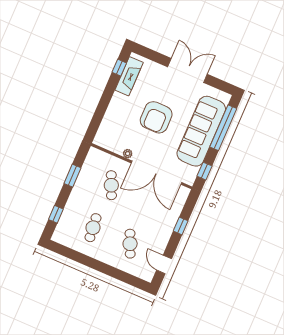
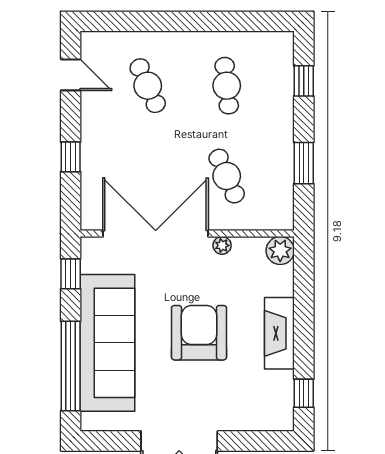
fireplace: (129, 76) -> (279, 333), moved
plant: (101, 139) -> (280, 251), added

